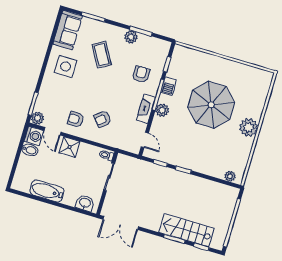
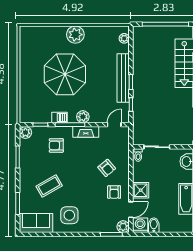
plant: (131, 37) -> (25, 132), moved
bench: (190, 163) -> (123, 78), added

